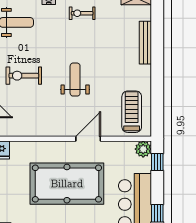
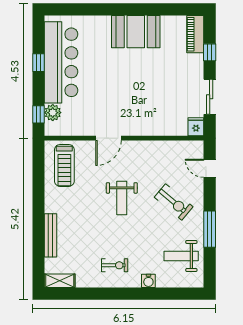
exercise bike: (24, 76) -> (174, 202), turned 40
plant: (143, 149) -> (53, 113), moved
pool table: (67, 184) -> (130, 93), removed

